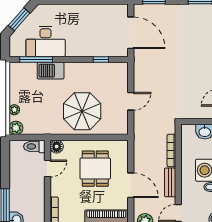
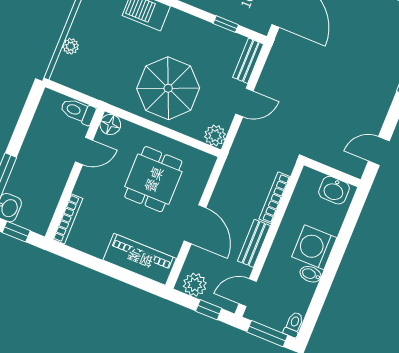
bench: (123, 76) -> (248, 61), added
plant: (16, 128) -> (215, 135), moved

